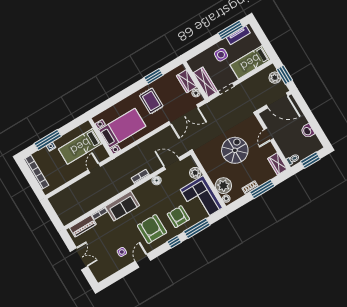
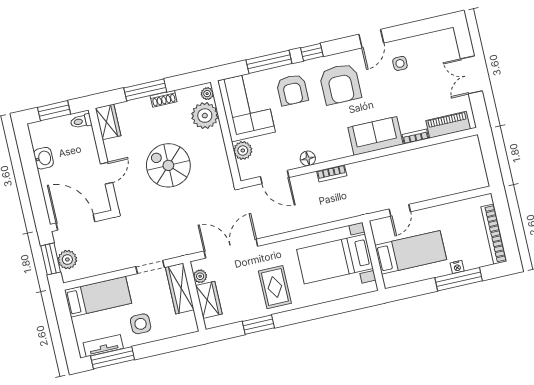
spiral stairs: (235, 150) -> (168, 165), turned 90

